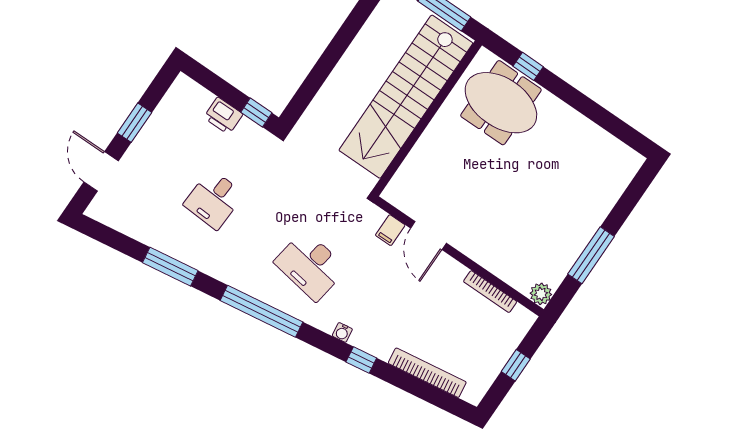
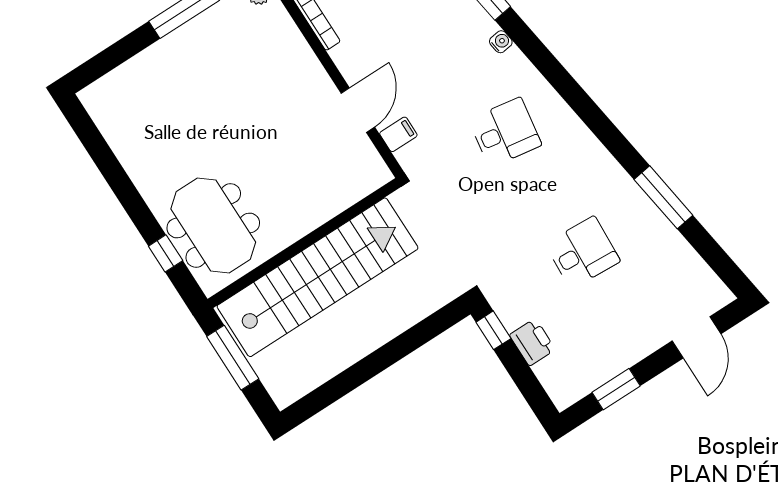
window: (134, 123) -> (616, 389), moved
desk: (310, 265) -> (505, 132), width x0.73
window: (261, 311) -> (582, 104), removed

